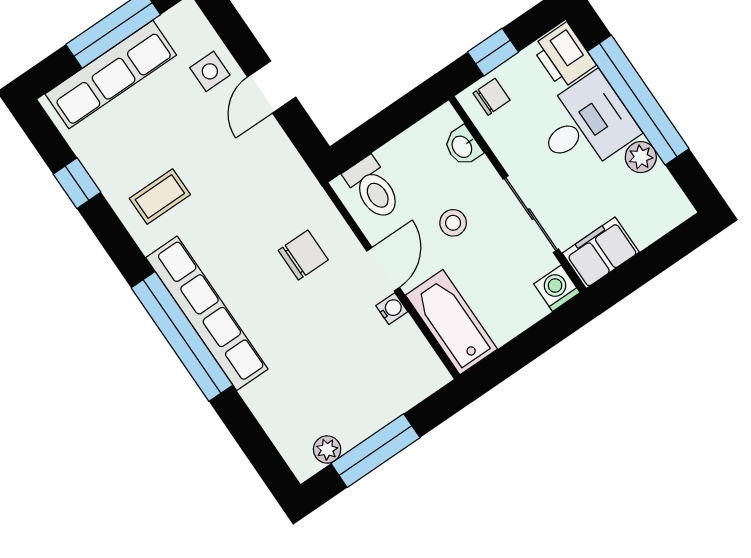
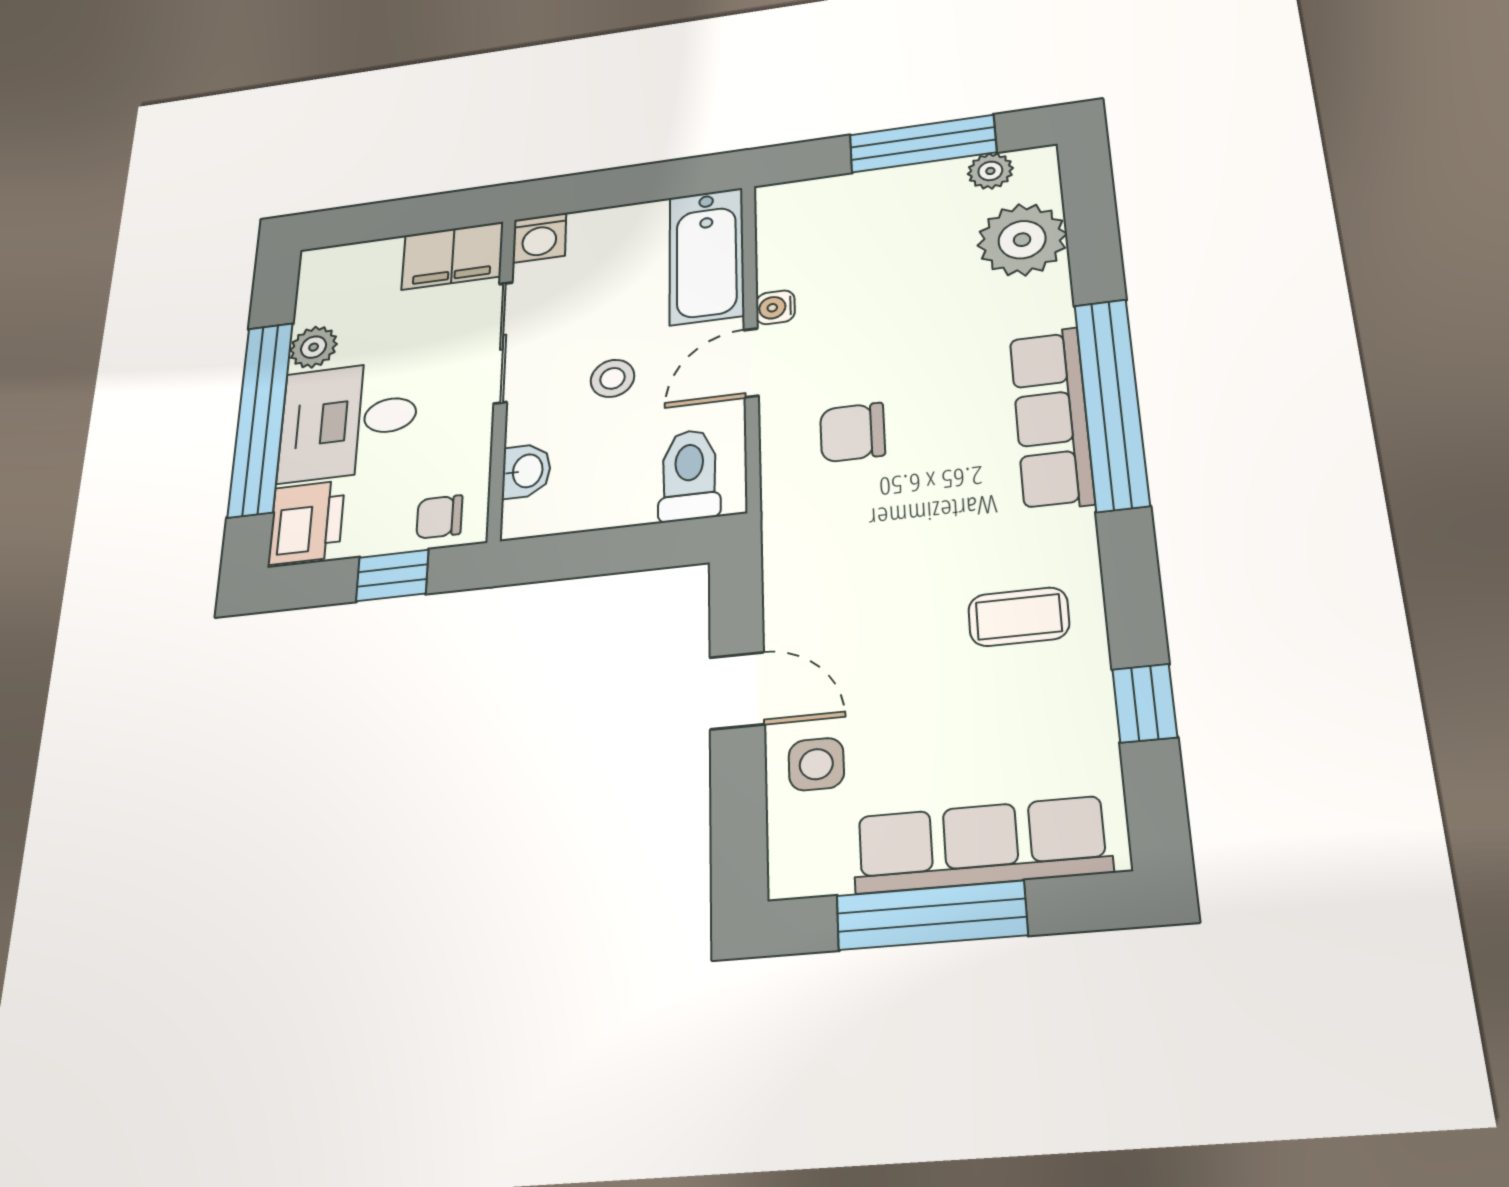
door: (272, 87) -> (737, 691), hinge flipped
row of seats: (207, 313) -> (1051, 418), width x0.73
plant: (284, 413) -> (1022, 240), added

